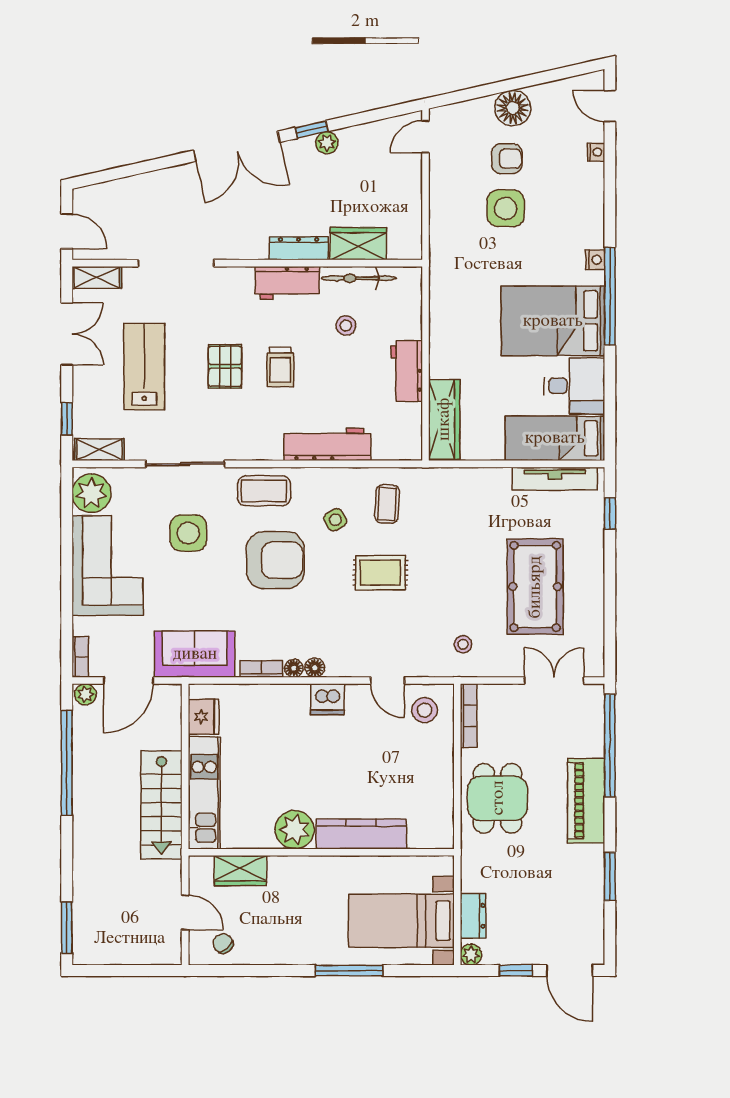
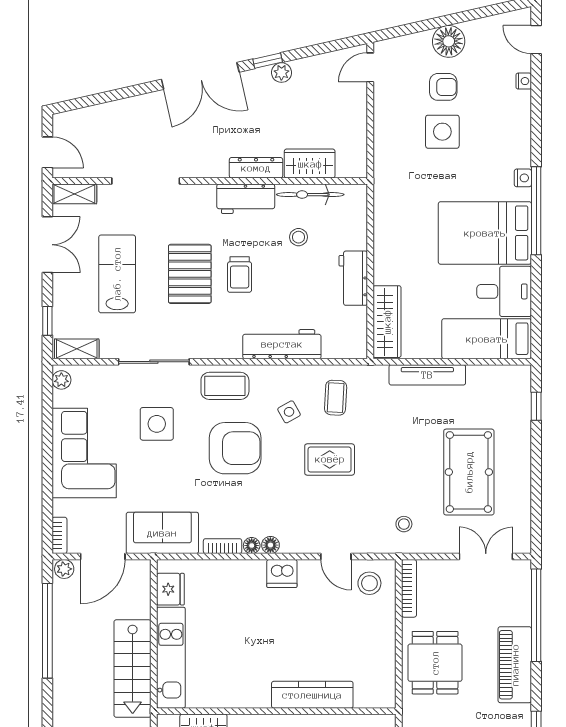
pallet: (225, 366) -> (190, 274), width x1.50, depth x1.42
tv unit: (555, 479) -> (427, 375), moved
plant: (91, 493) -> (61, 380), width x0.53, depth x0.53
plant: (295, 830) -> (252, 691), removed

